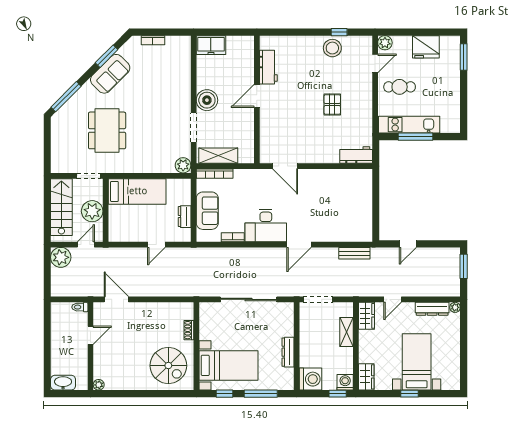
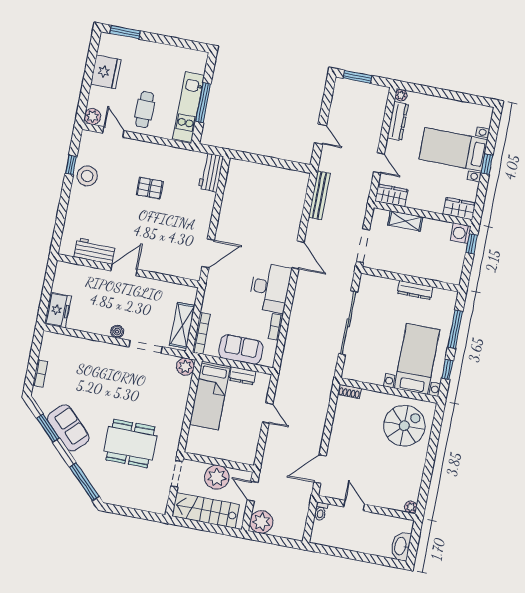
door: (257, 96) -> (124, 270), swing flipped
boiler: (207, 100) -> (117, 332), width x0.54, depth x0.54
bed: (137, 191) -> (210, 395), moved, turned 180
bench: (354, 253) -> (319, 195), width x1.36
shoe rack: (189, 330) -> (349, 392), moved
washing machine: (311, 379) -> (450, 271), removed

